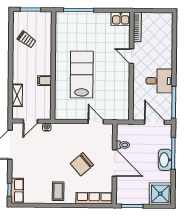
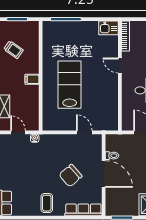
filing cabinet: (45, 81) -> (32, 79), moved
door: (30, 121) -> (18, 132), swing flipped

